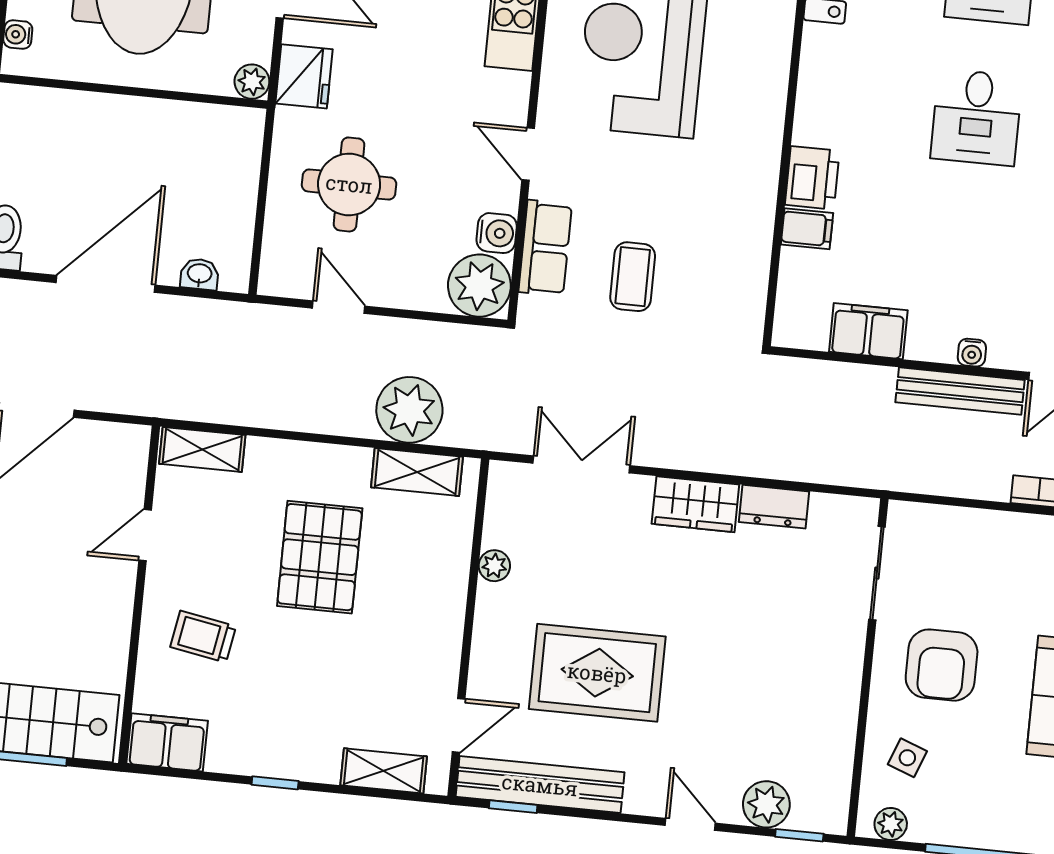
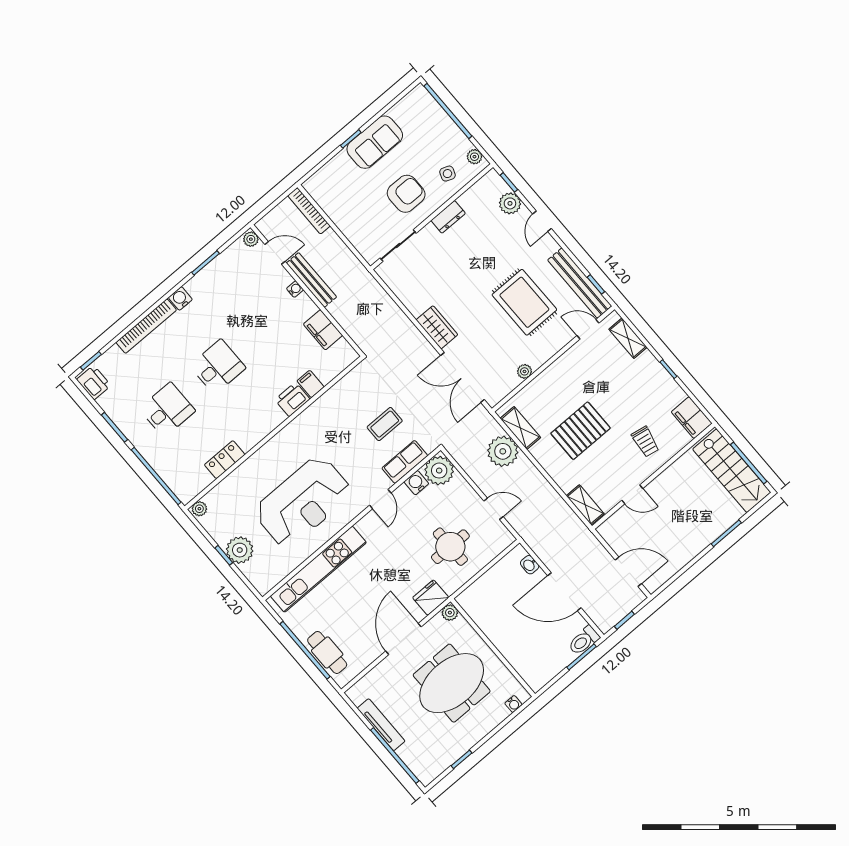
door: (339, 307) -> (493, 509), swing flipped
double door: (581, 464) -> (462, 377), width x1.37
dresser: (774, 507) -> (448, 217), moved, turned 90

